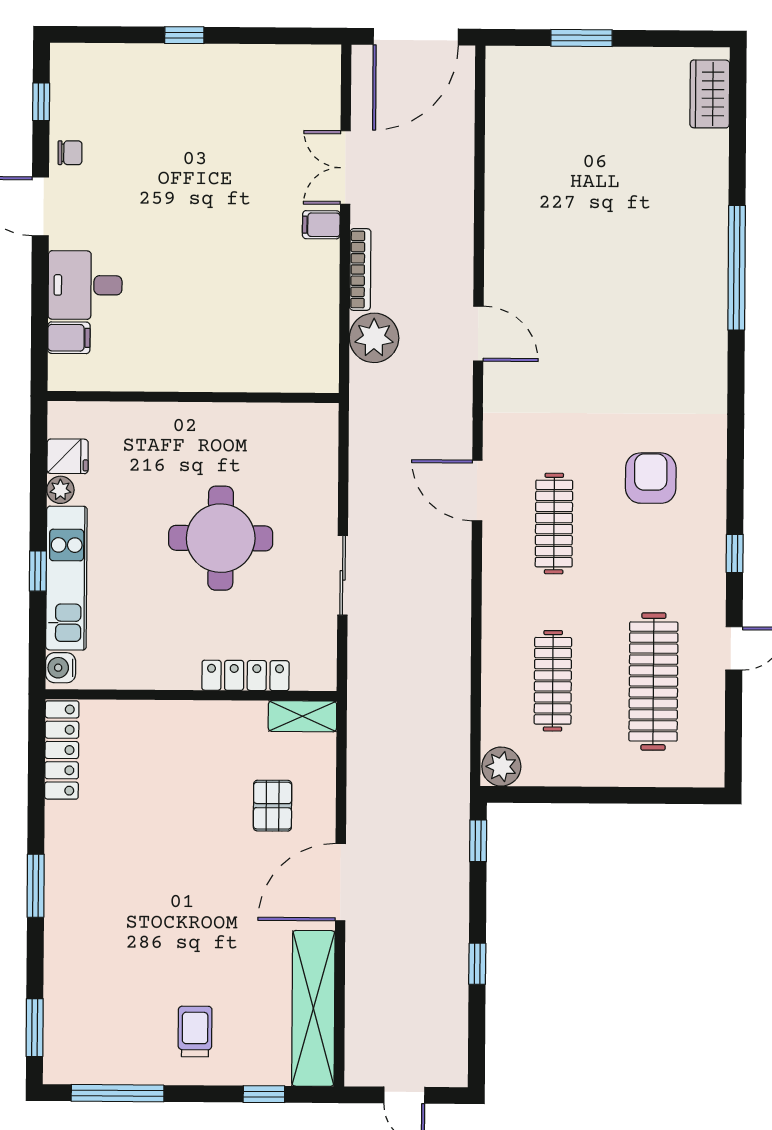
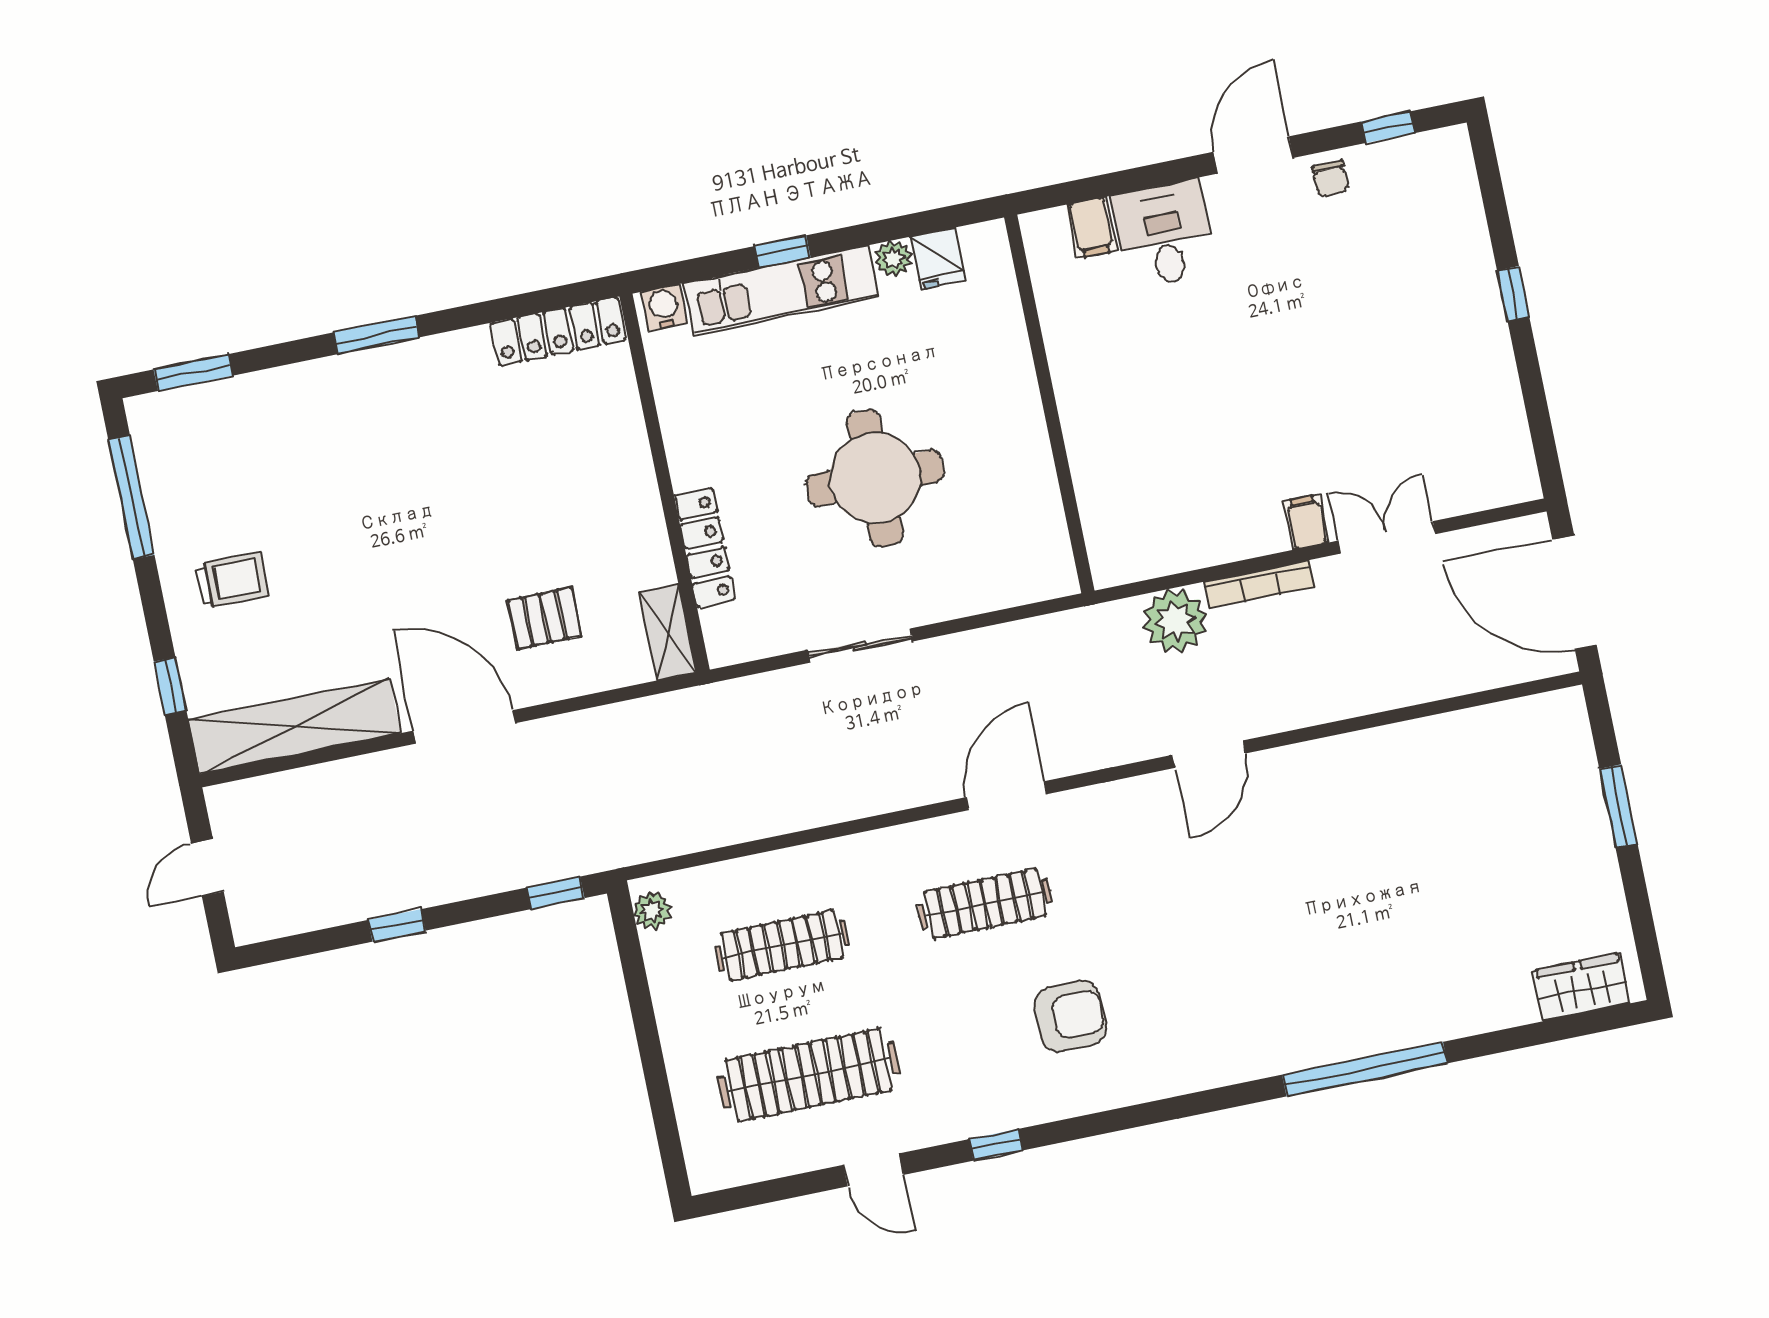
plant: (501, 767) -> (652, 911), width x0.73, depth x0.73

